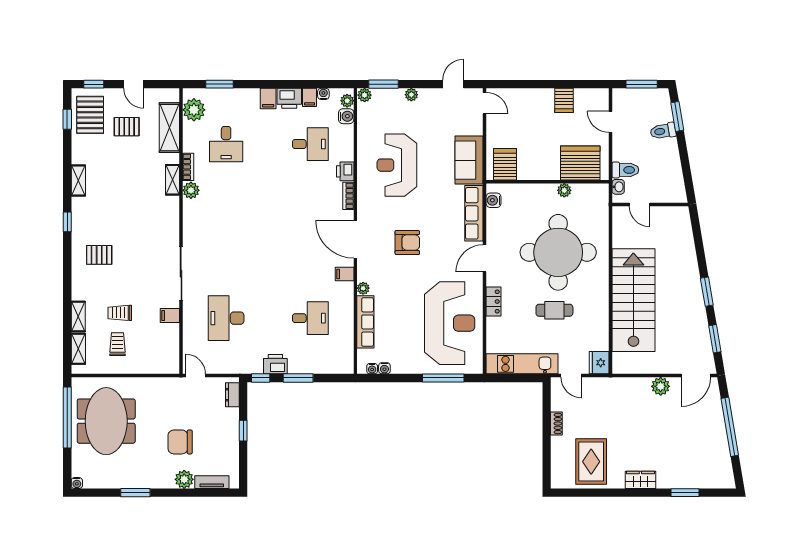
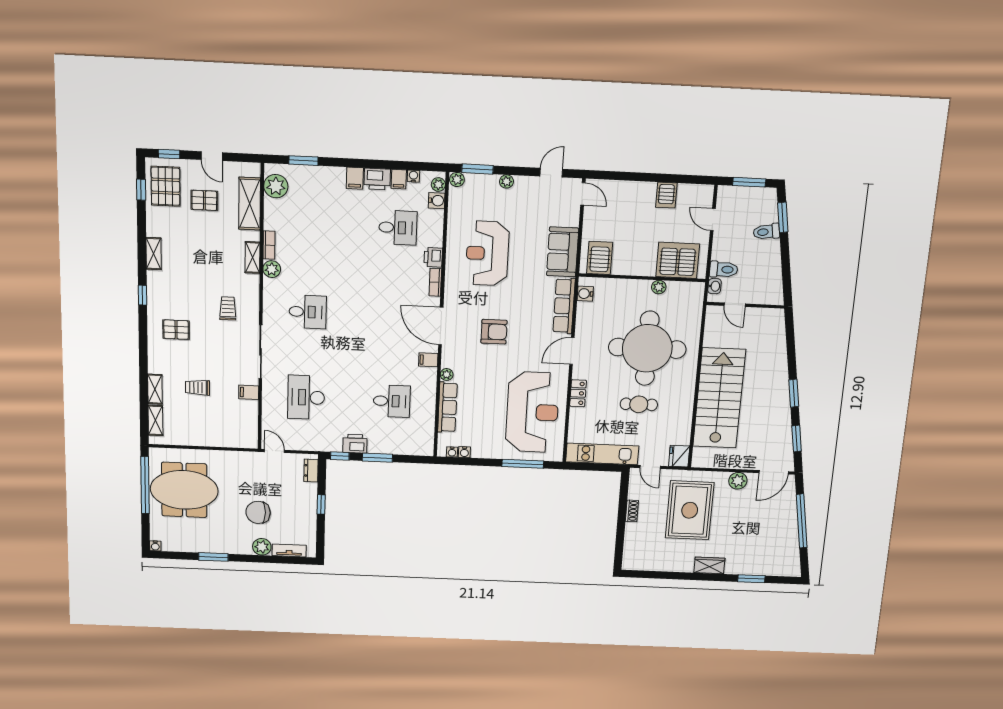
desk: (226, 144) -> (308, 312), moved, turned -90
trolley: (118, 344) -> (228, 308), moved
meeting table: (106, 421) -> (184, 490), turned 90
rug: (591, 462) -> (690, 510), moved, width x1.37, depth x1.44

